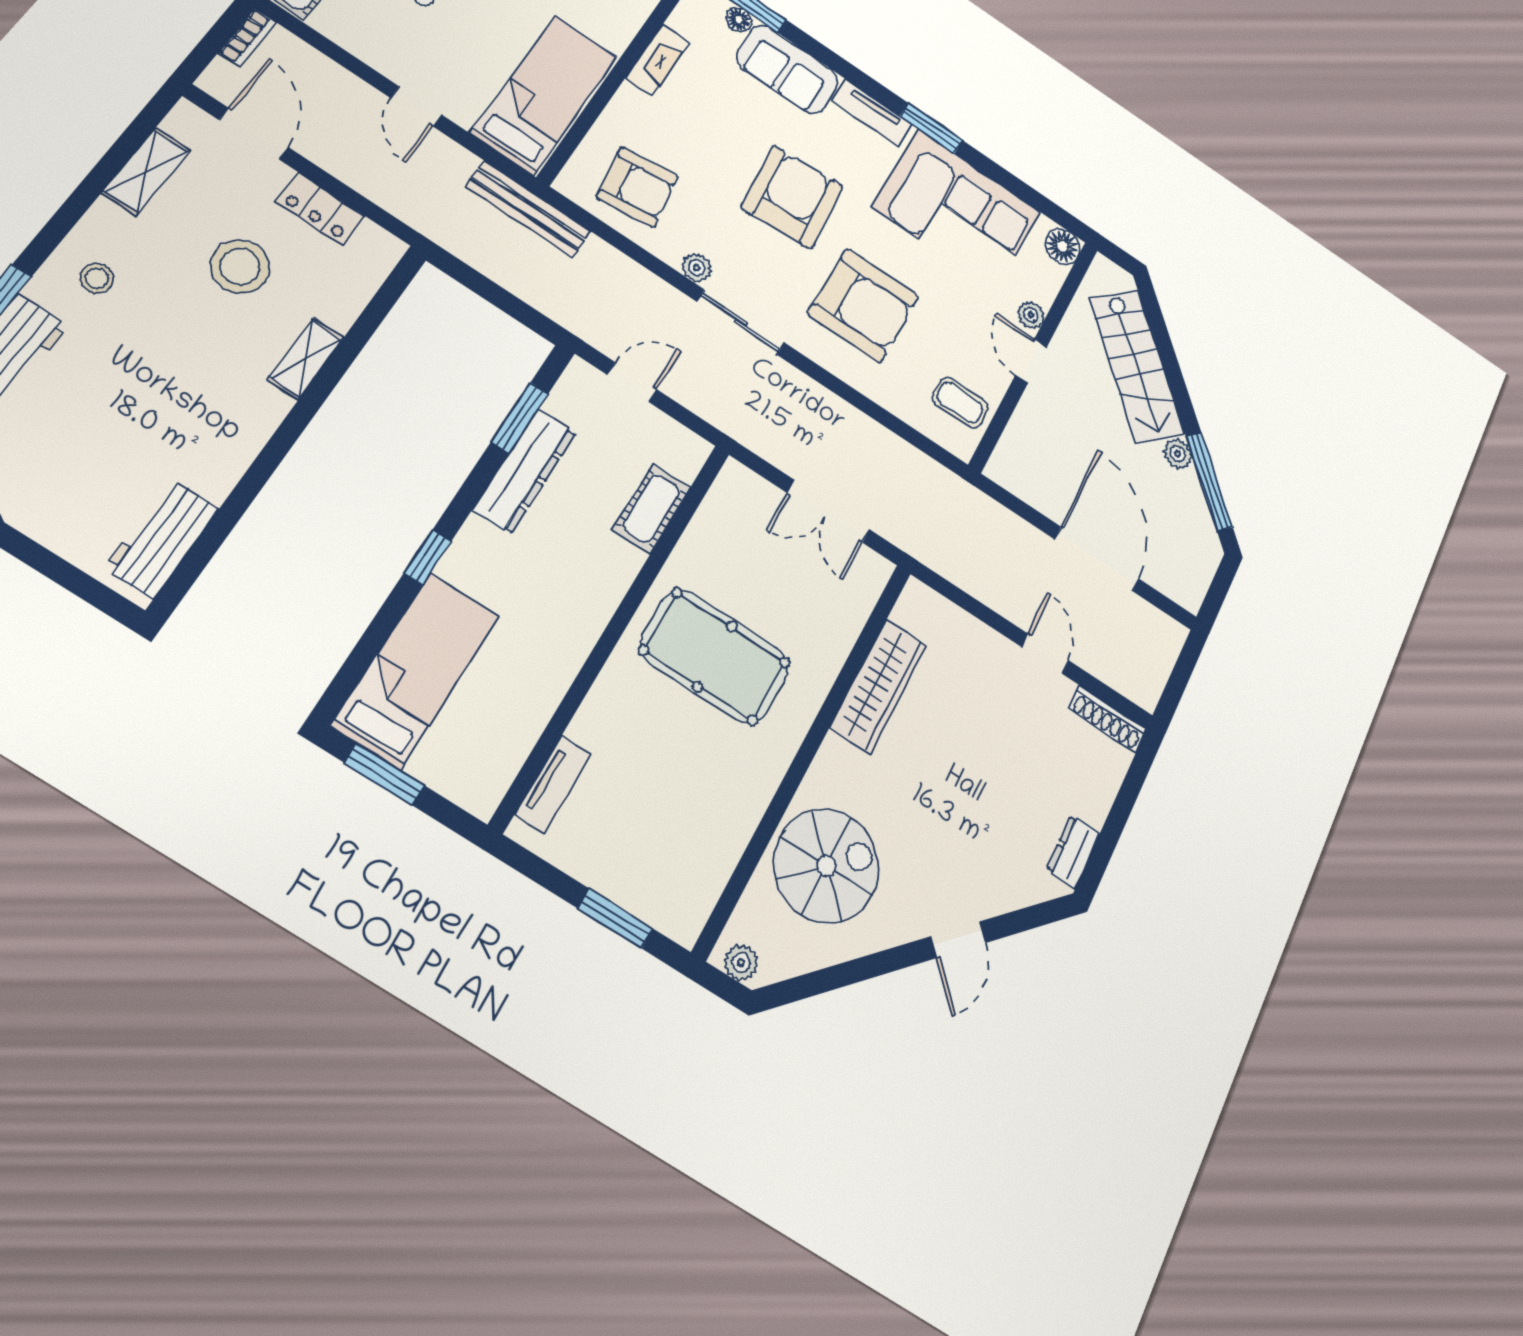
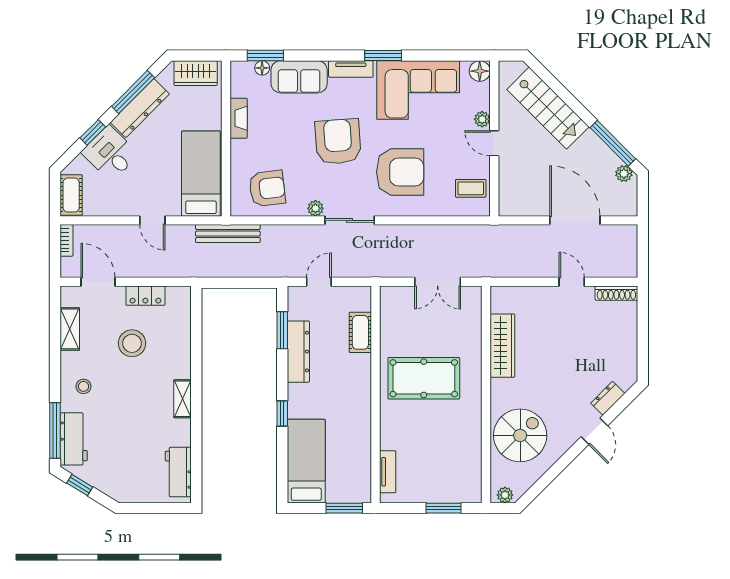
shelving: (306, 358) -> (183, 399), moved
plant: (1178, 454) -> (624, 174), moved
window: (385, 774) -> (344, 508), moved
dresser: (1073, 852) -> (608, 398), moved, turned 45

